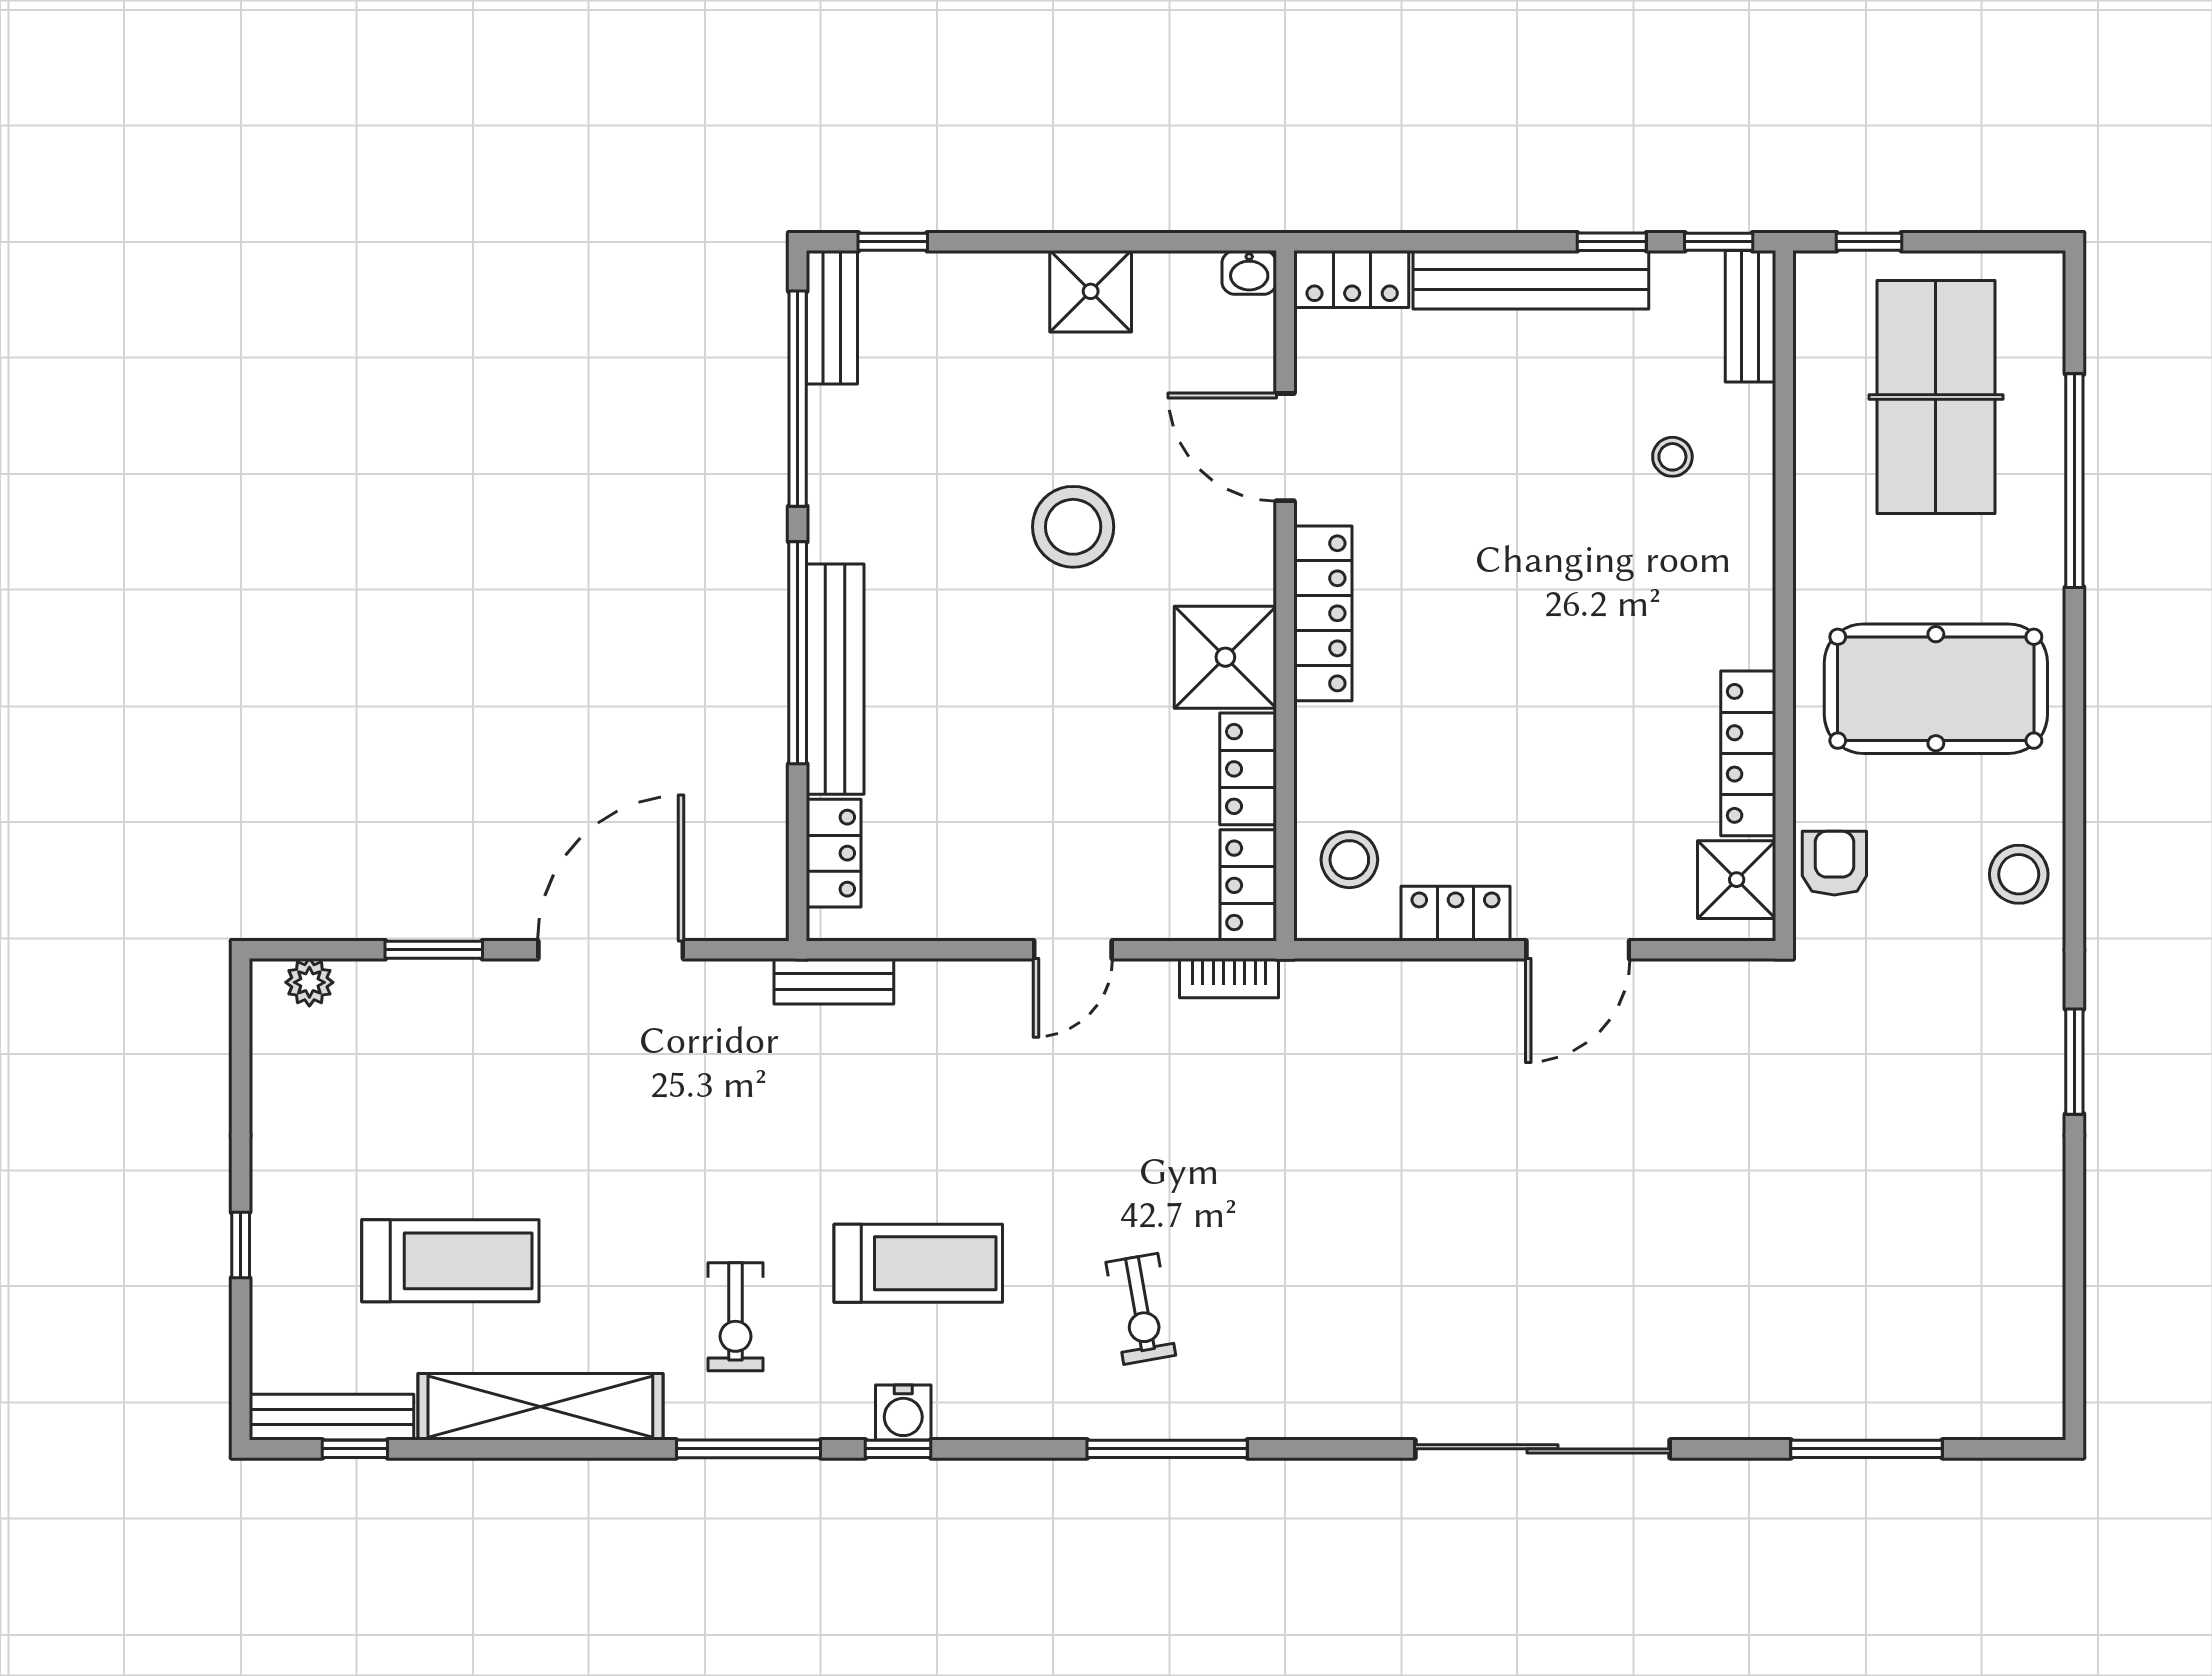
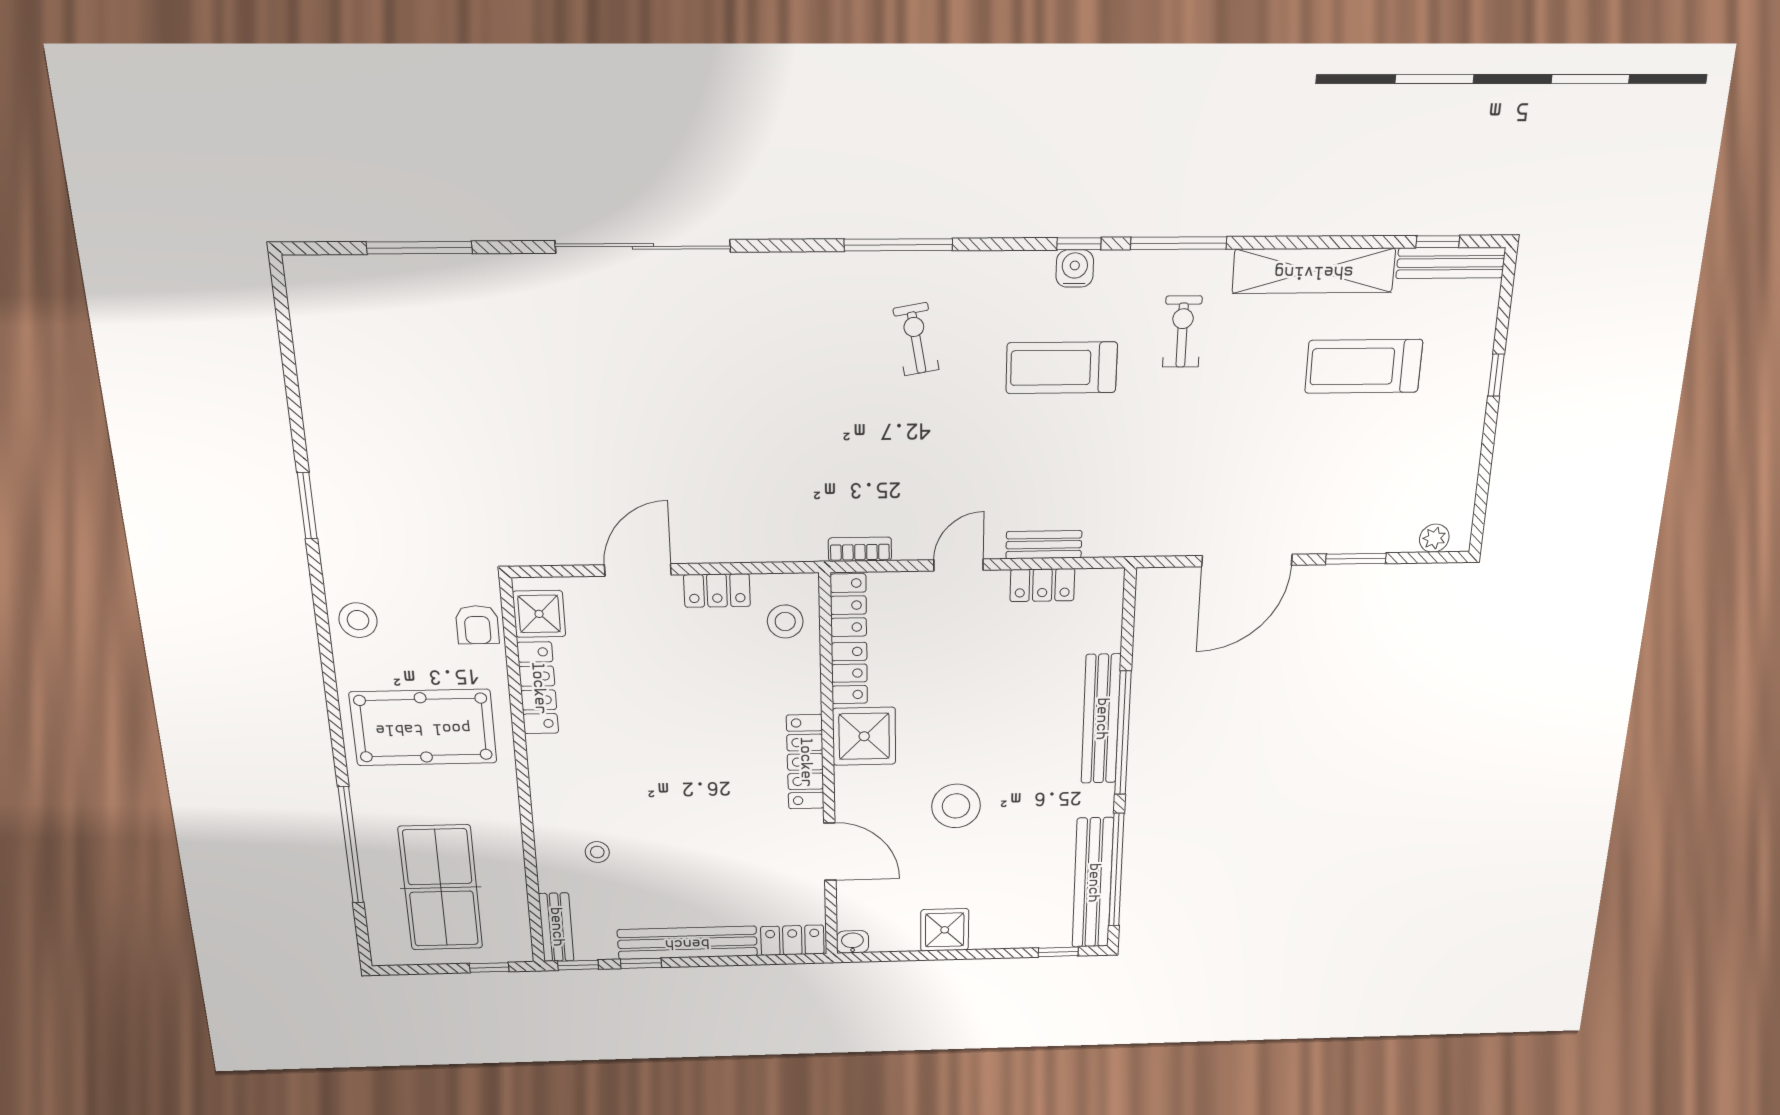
bench: (832, 317) -> (1093, 883), width x1.86, depth x1.21
locker: (834, 853) -> (1042, 585), moved, turned -90
bench: (834, 981) -> (1044, 545), moved

